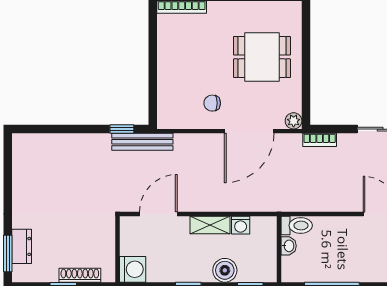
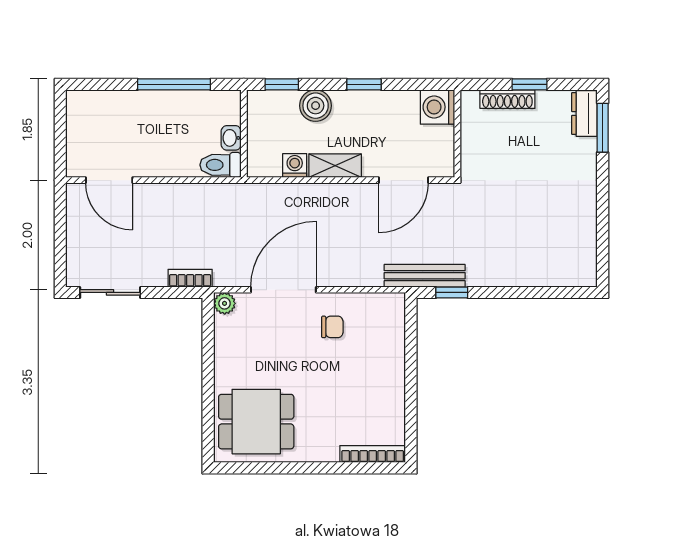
dining table: (262, 57) -> (256, 422), moved
dresser: (22, 246) -> (584, 114), moved

